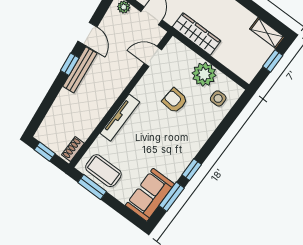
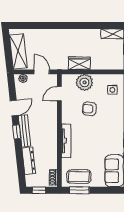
door: (88, 34) -> (14, 108), hinge flipped
wardrobe: (197, 34) -> (79, 63), width x0.67
plant: (204, 74) -> (84, 82), moved
dresser: (59, 108) -> (29, 161), added

